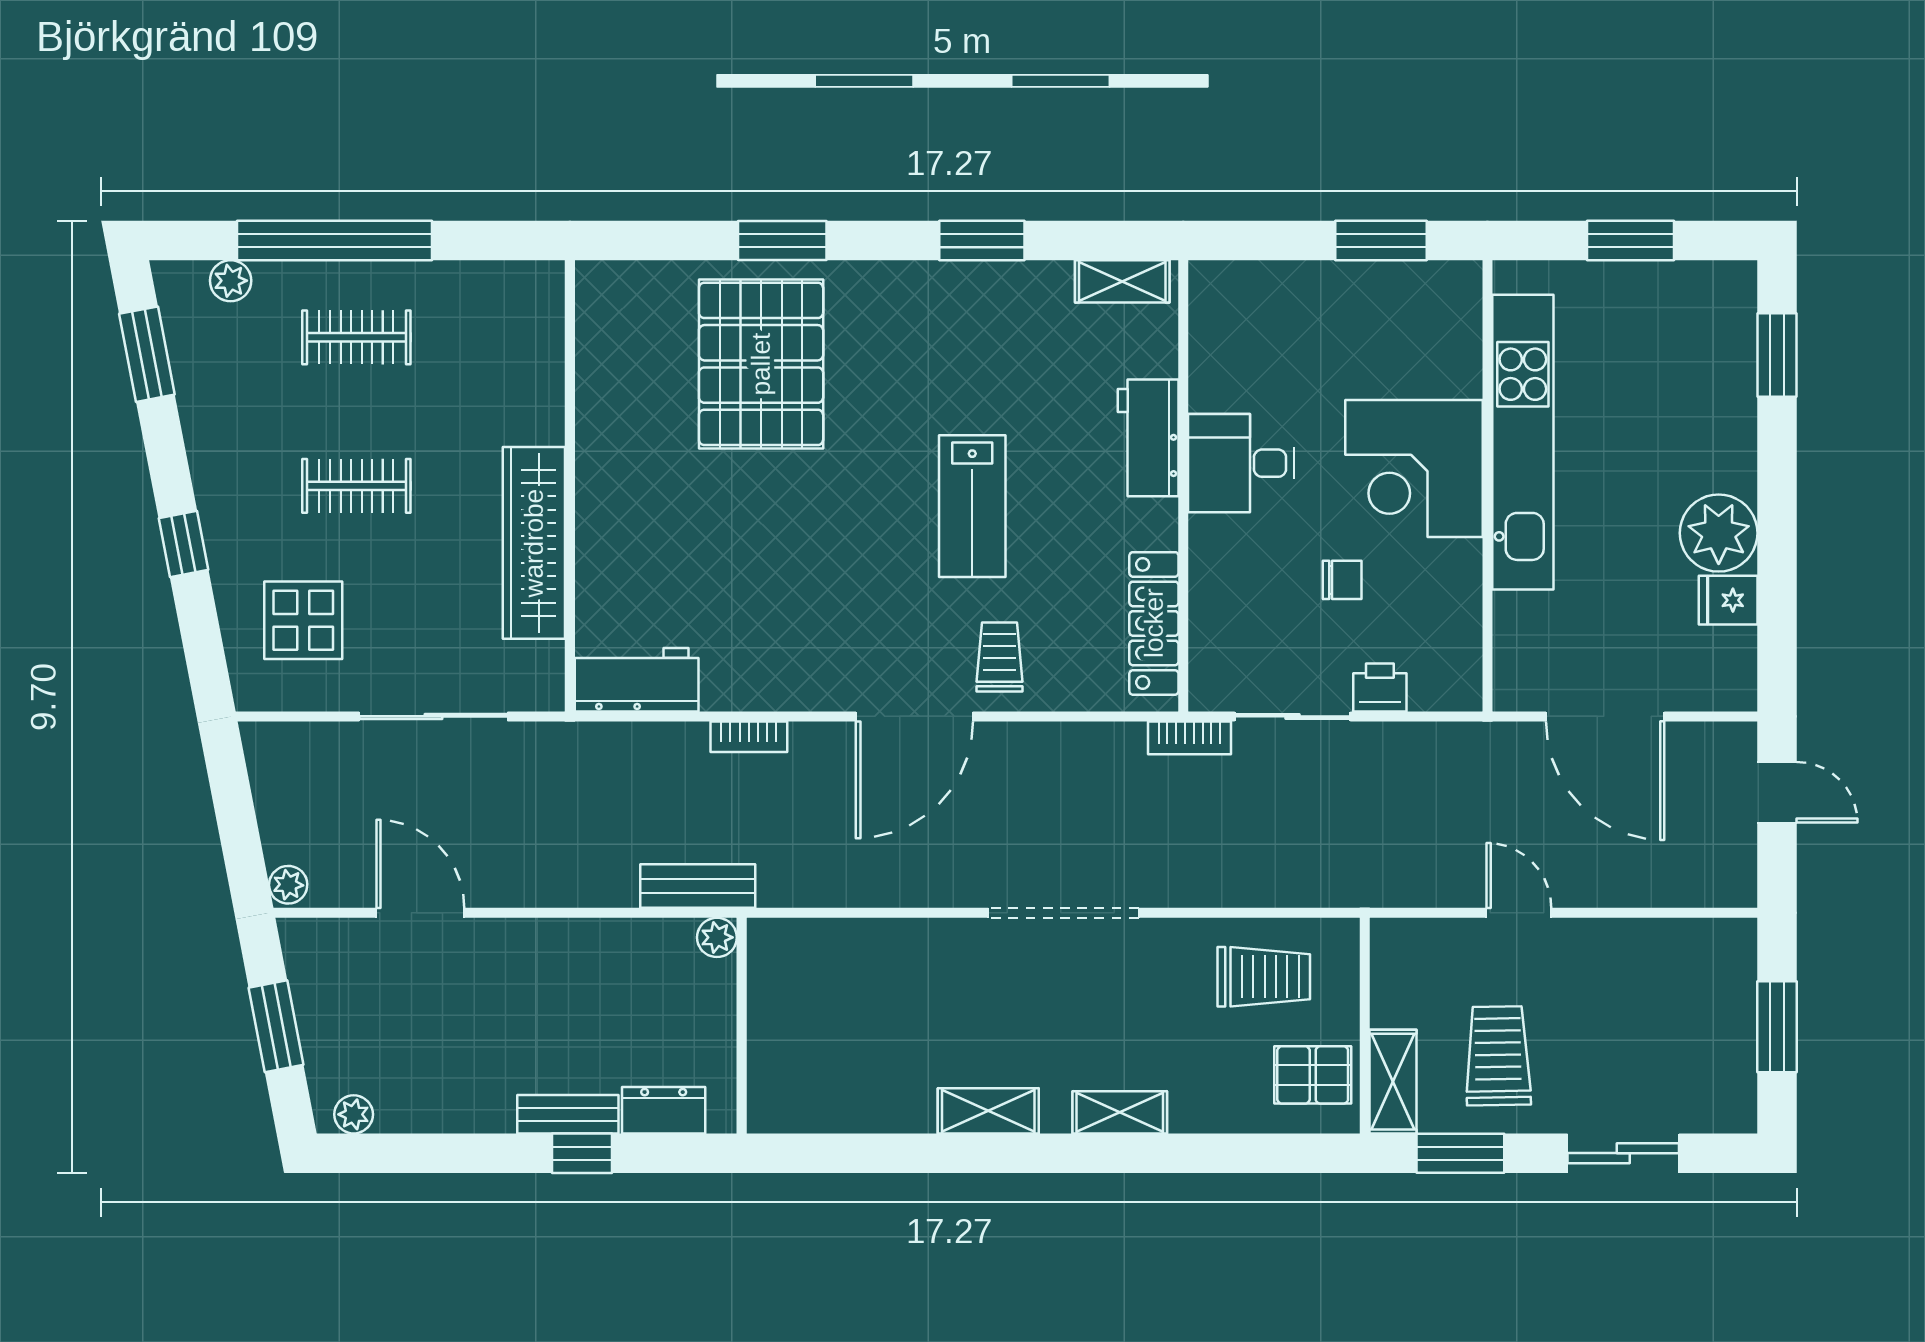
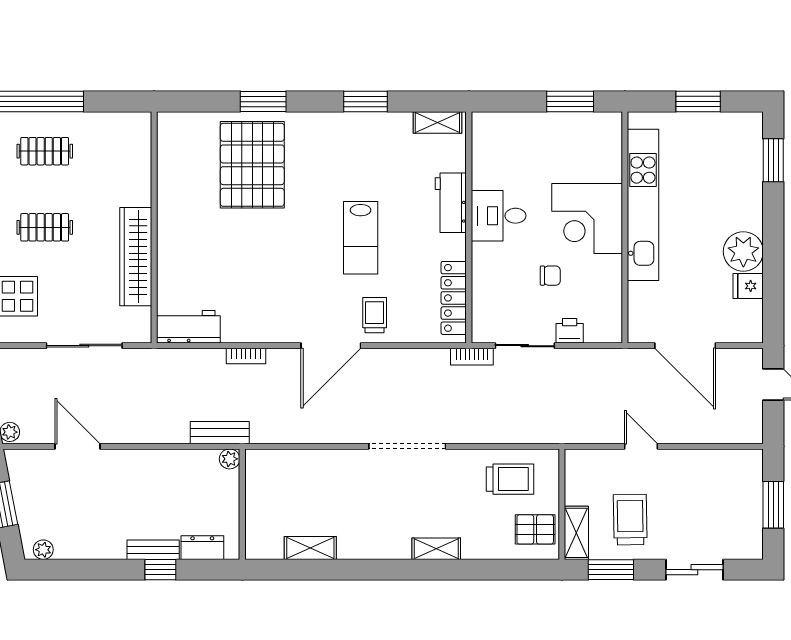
shelving: (988, 1111) -> (310, 548), moved

